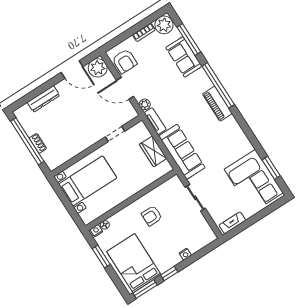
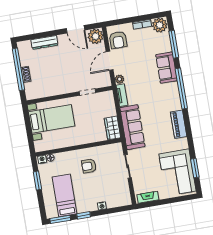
sofa: (184, 57) -> (166, 68), moved
door: (125, 88) -> (110, 61), hinge flipped
piano: (217, 104) -> (179, 124), moved
wardrobe: (153, 151) -> (112, 128), moved
bed: (134, 263) -> (65, 195), width x0.67

